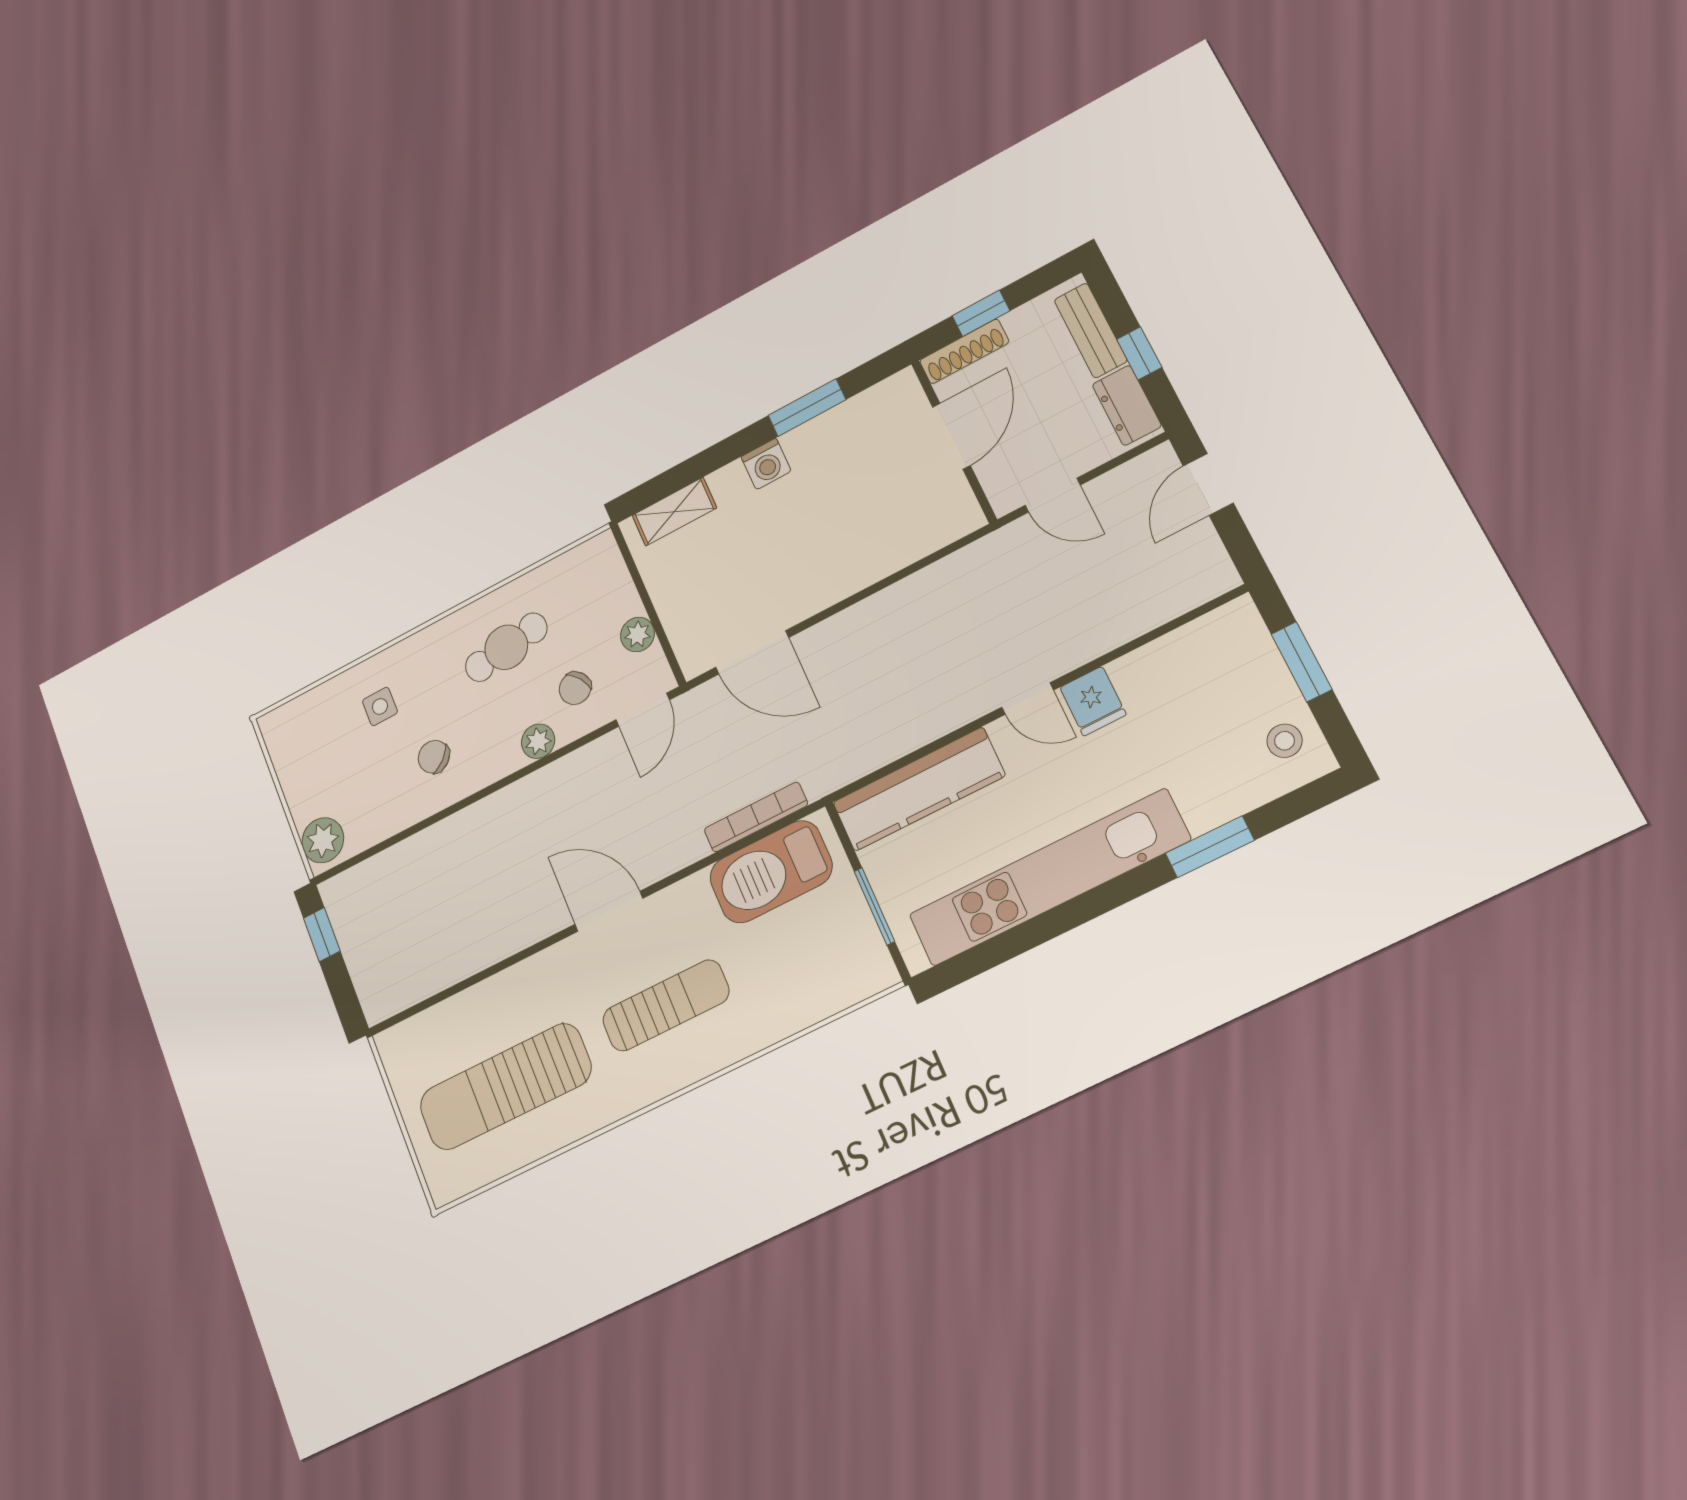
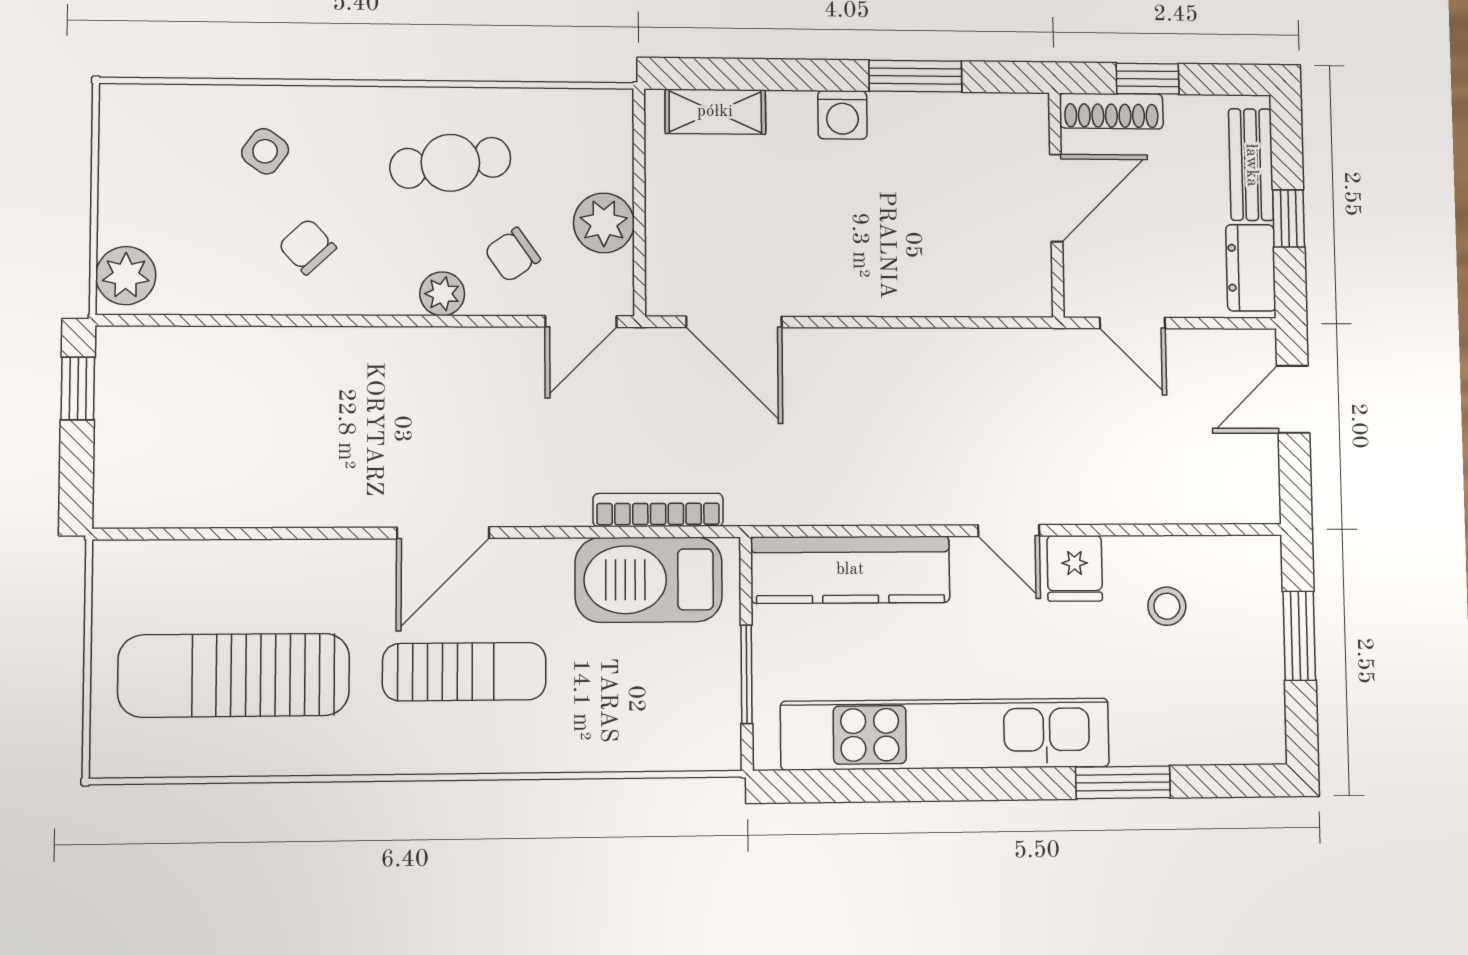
plant: (637, 634) -> (604, 223), width x1.38, depth x1.38
side table: (380, 706) -> (265, 151), turned 36
stool: (1285, 741) -> (1167, 606), moved
door: (609, 911) -> (443, 533), swing flipped

